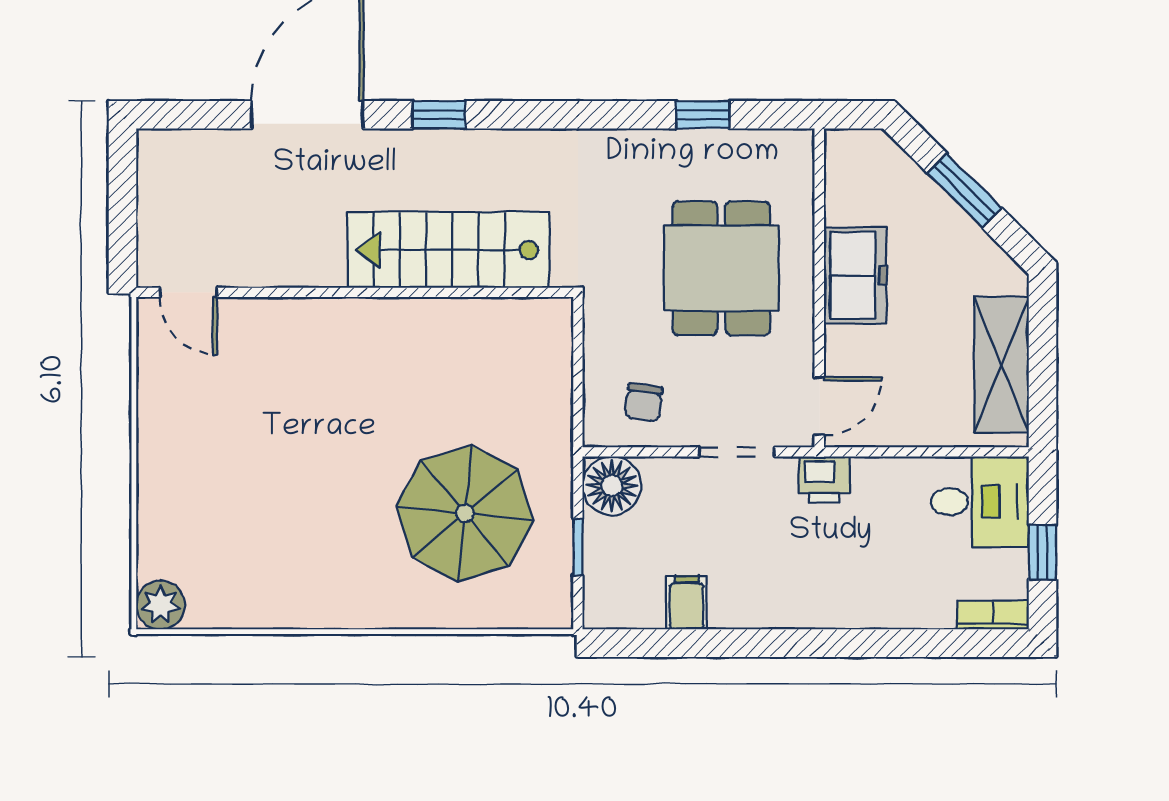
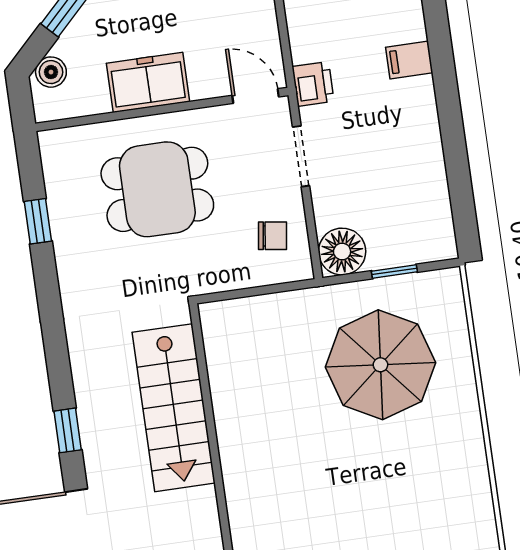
boiler: (885, 157) -> (51, 72), added
filing cabinet: (687, 603) -> (409, 60), moved

